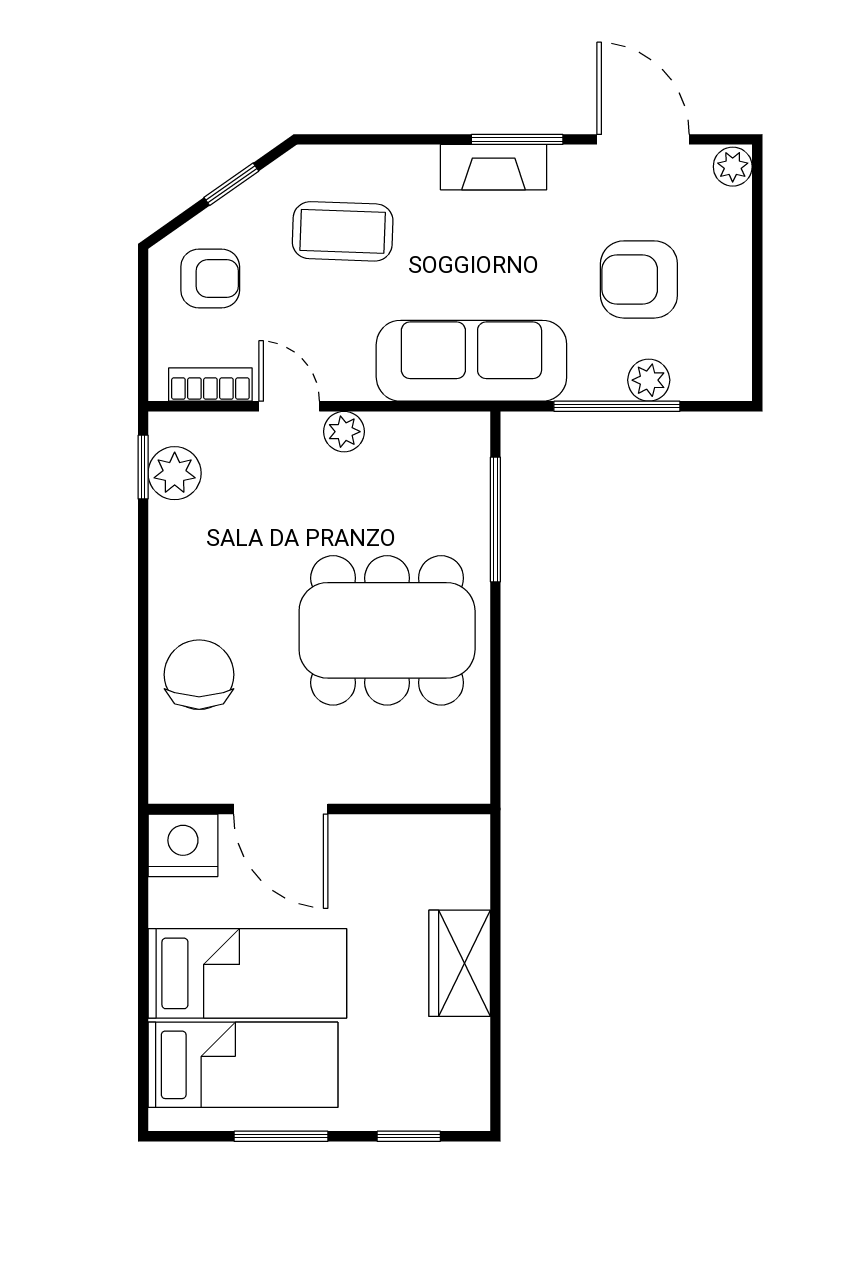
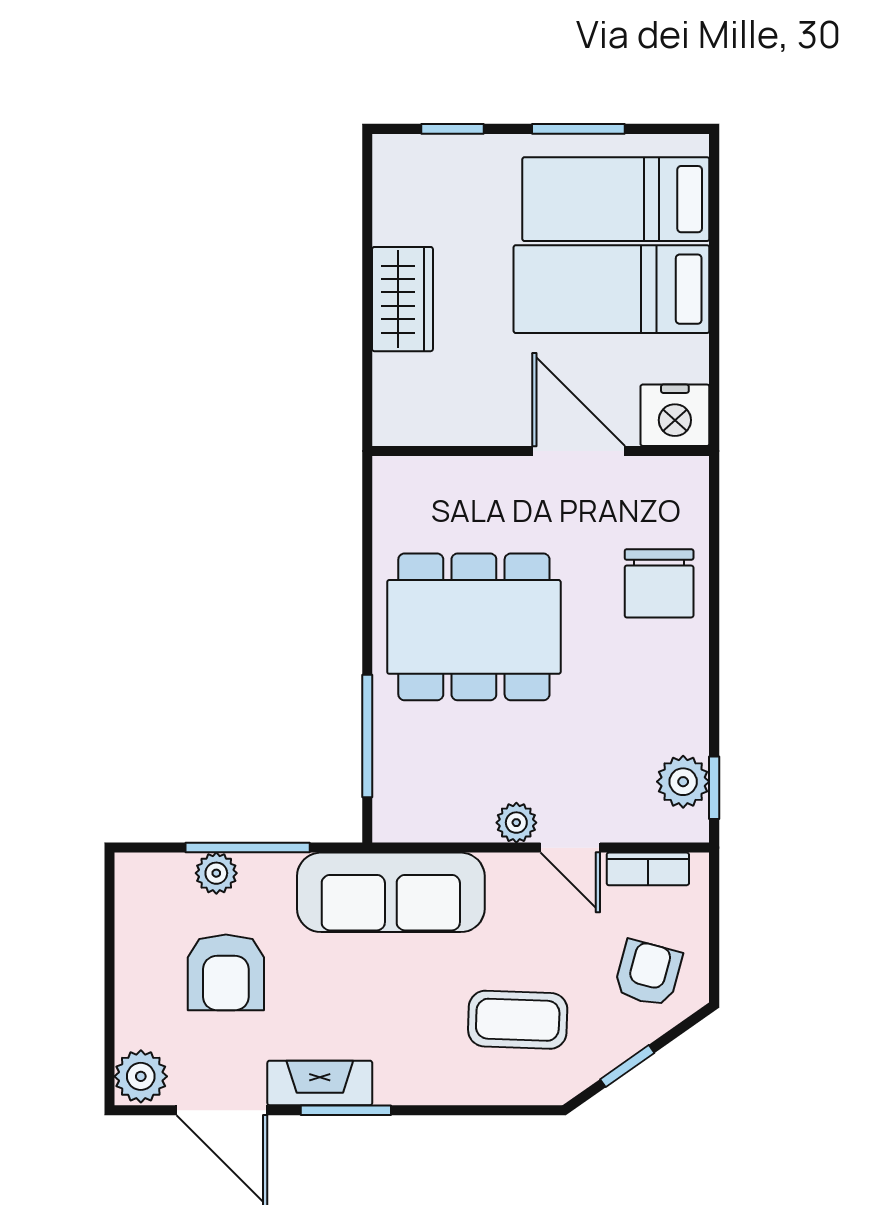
fireplace: (494, 167) -> (320, 1083), moved
plant: (733, 167) -> (141, 1076), width x1.38, depth x1.38
armchair: (210, 279) -> (648, 973), turned 105
armchair: (639, 279) -> (226, 972), turned 90

